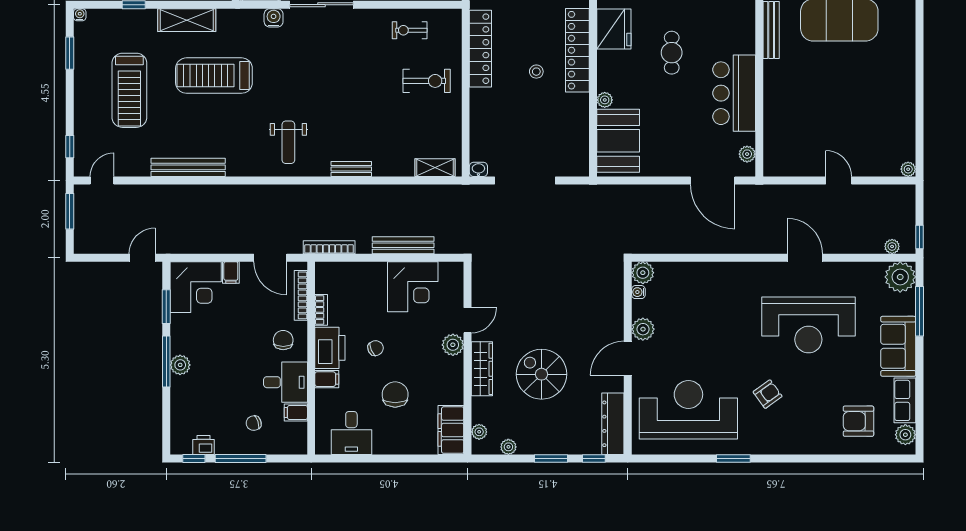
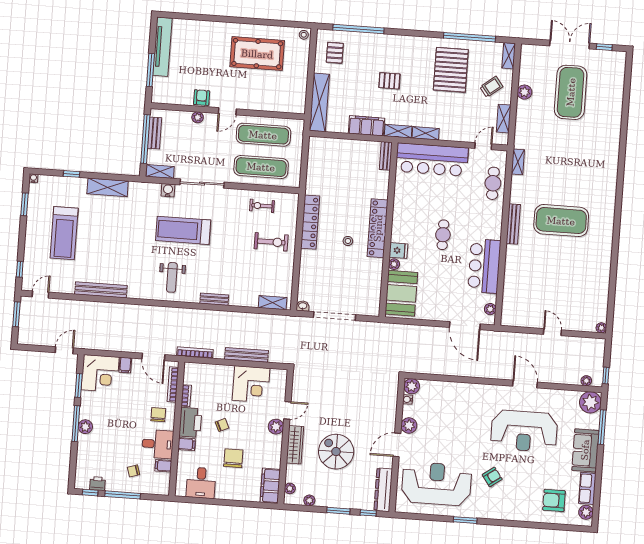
fridge: (614, 29) -> (398, 251), moved, width x0.53, depth x0.75
treadmill: (214, 76) -> (183, 230), moved

